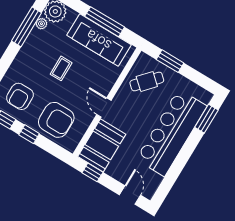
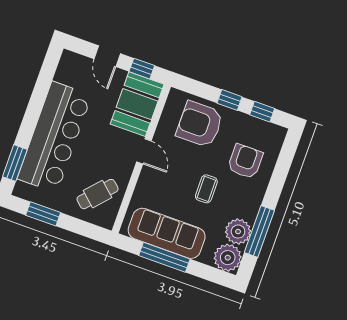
plant: (41, 24) -> (238, 232), width x1.87, depth x1.87
window: (170, 61) -> (43, 214), moved
armchair: (20, 96) -> (245, 161), moved
door: (130, 195) -> (107, 56), moved

